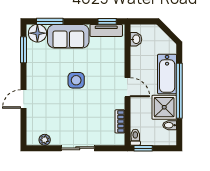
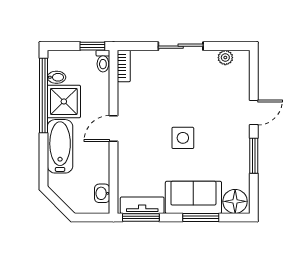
window: (50, 21) -> (201, 217), moved
window: (107, 21) -> (141, 217), width x1.50
window: (24, 50) -> (254, 156), moved
door: (127, 87) -> (114, 129), hinge flipped
window: (179, 91) -> (44, 96), moved
bookcase: (120, 121) -> (124, 66), moved

